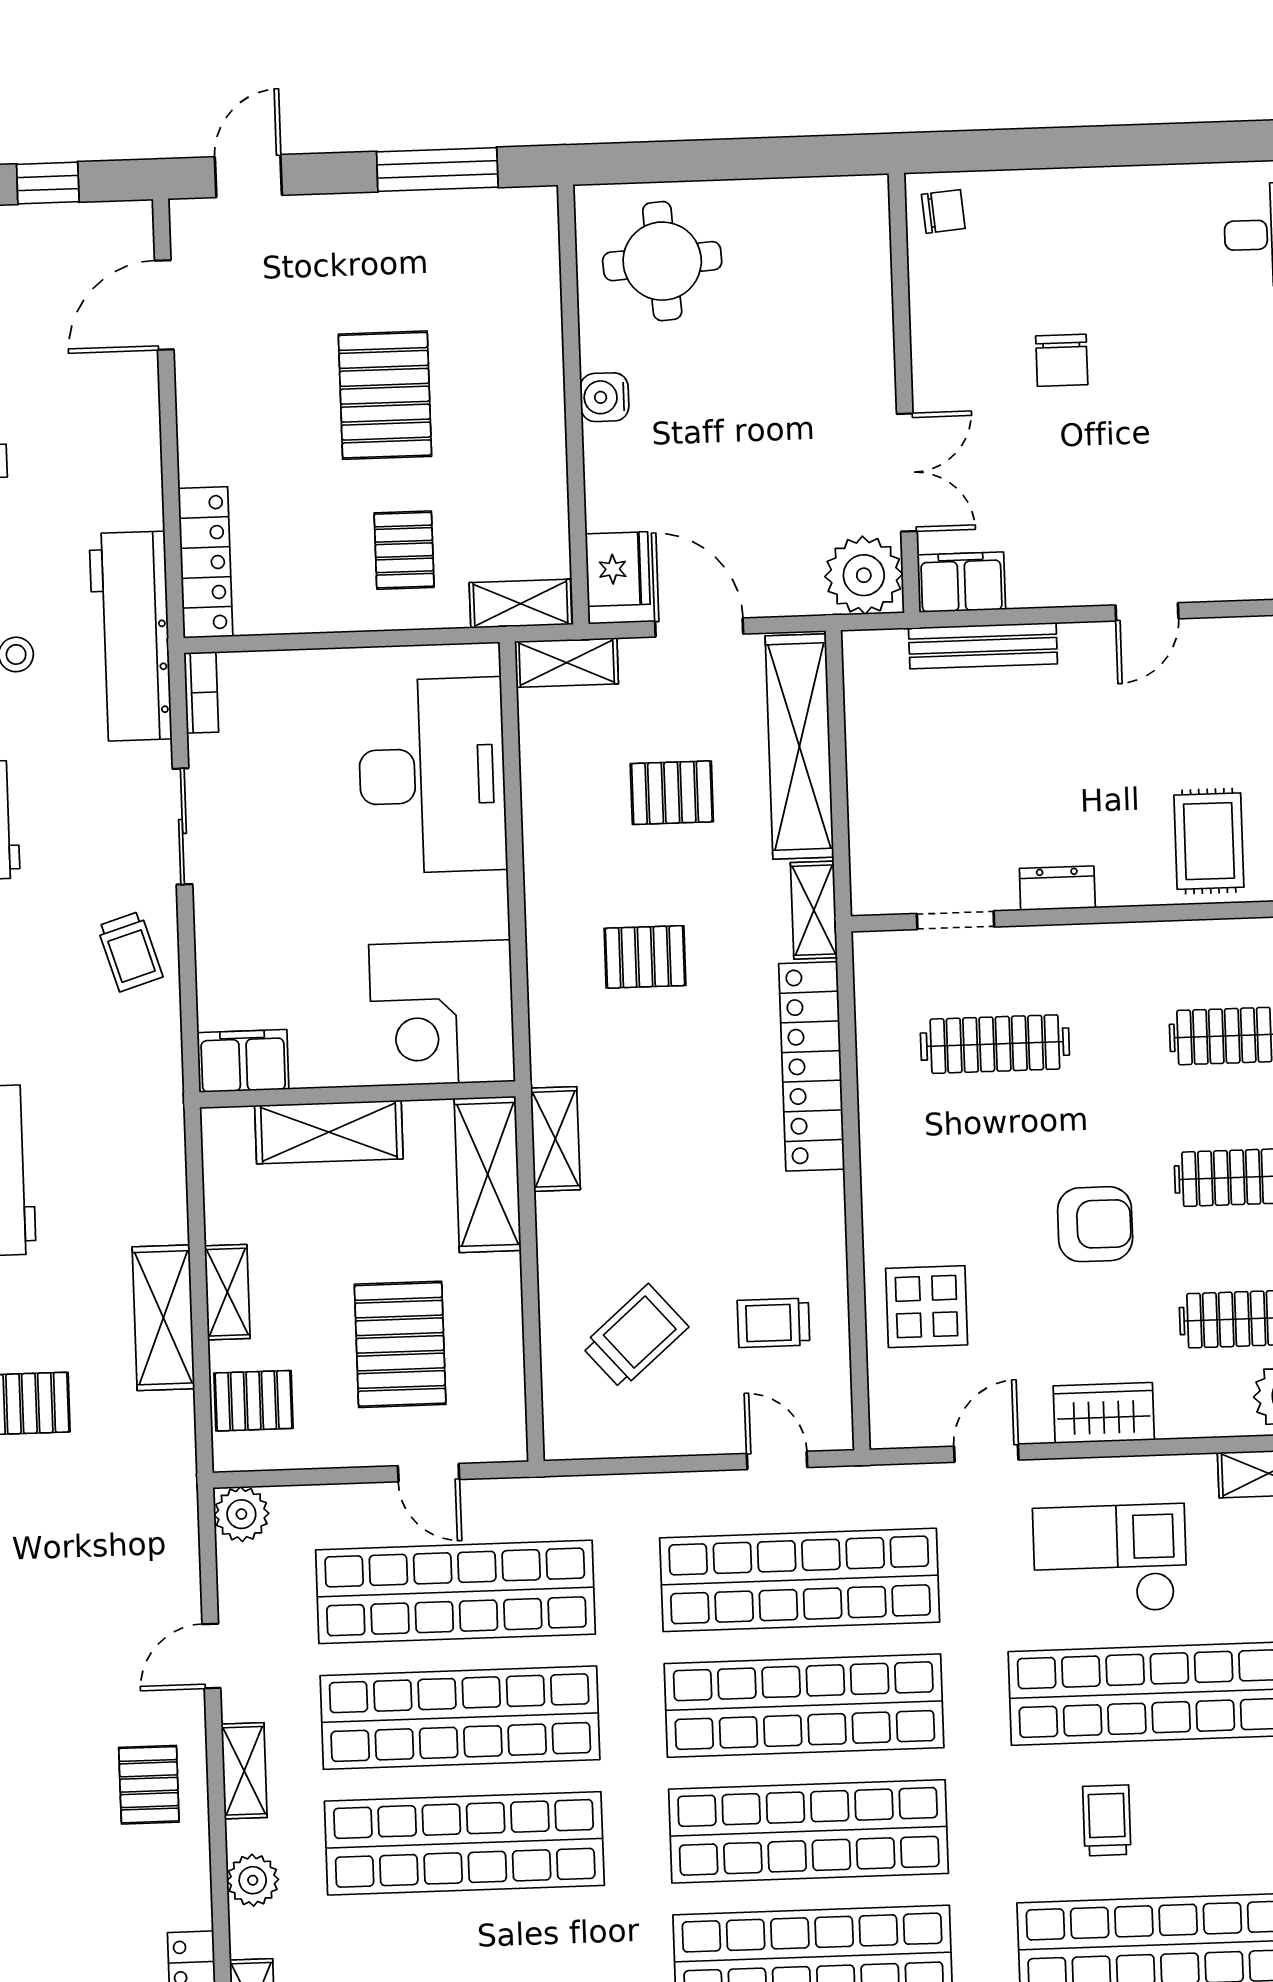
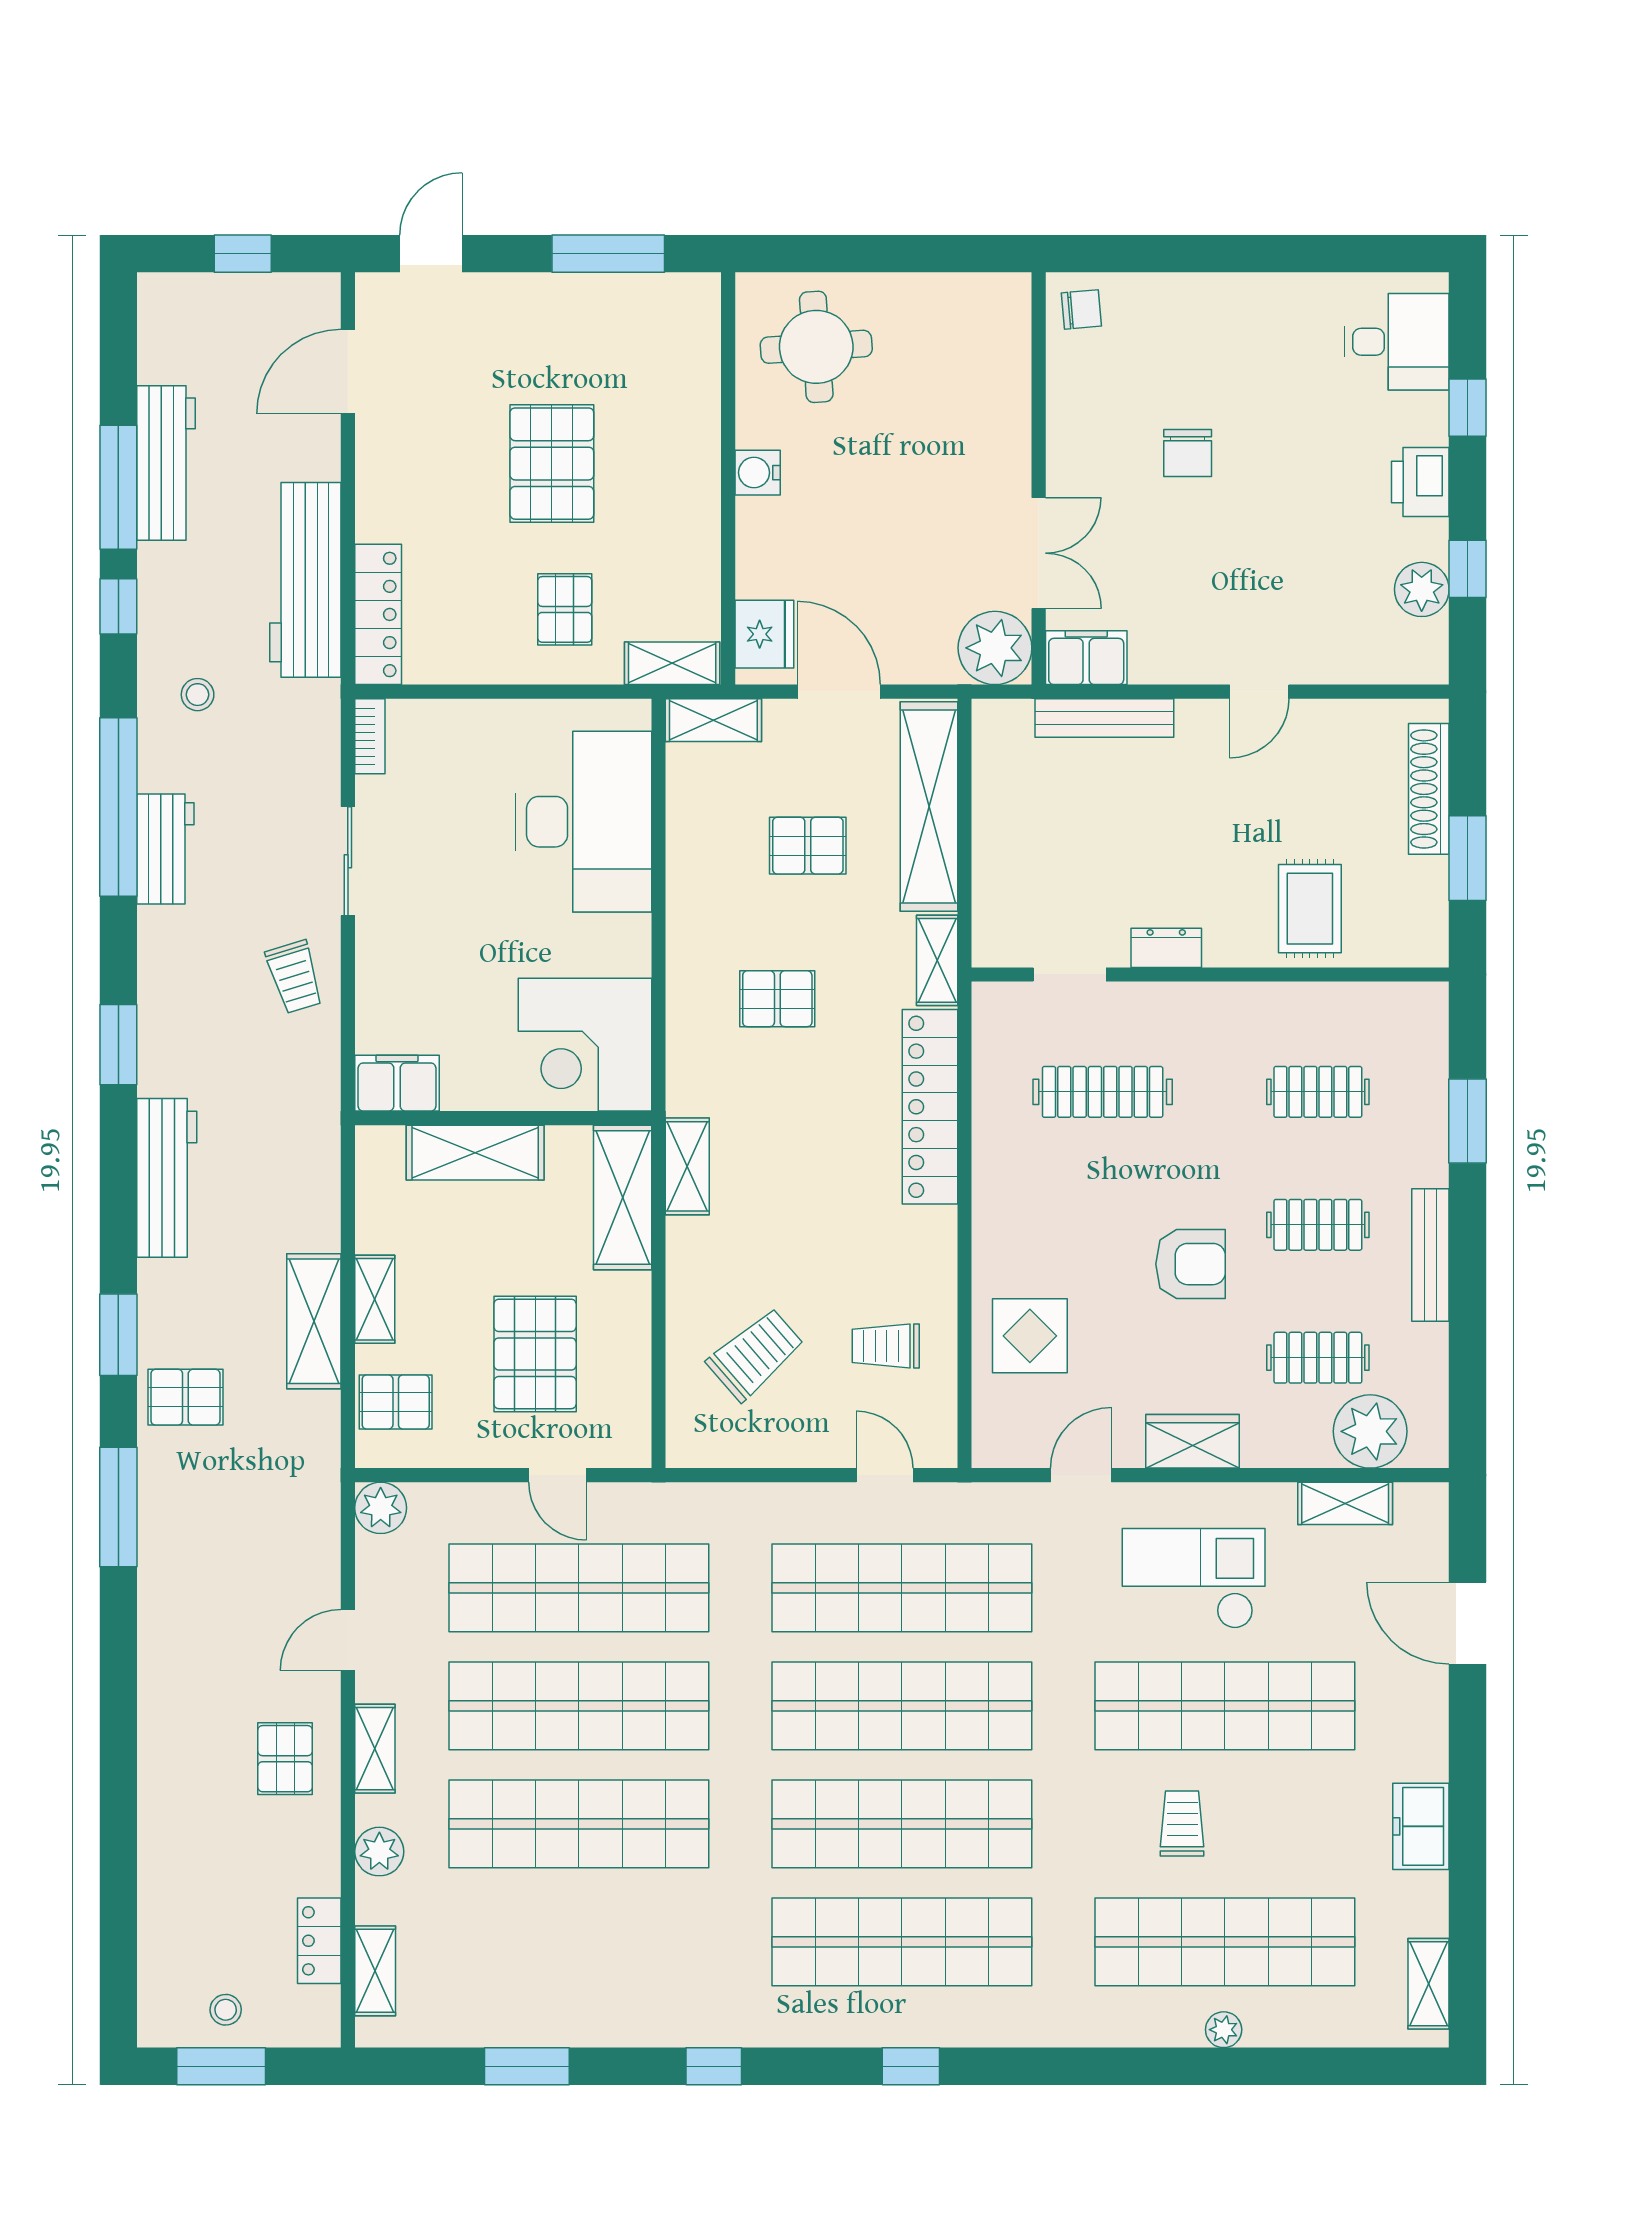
workbench: (131, 636) -> (305, 580), moved

